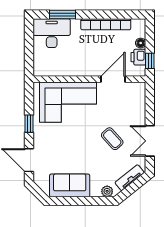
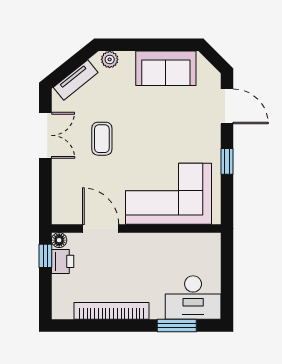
floor lamp: (141, 43) -> (59, 240), moved
door: (113, 79) -> (101, 228), swing flipped
coffee table: (112, 139) -> (102, 139), turned 42

